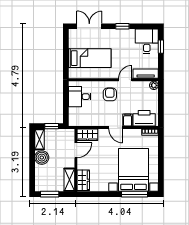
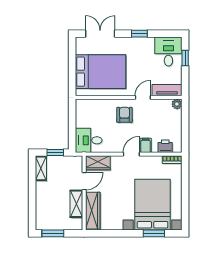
bed: (90, 58) -> (100, 72), width x1.50
desk: (80, 97) -> (89, 140), moved
printer: (144, 118) -> (165, 146), width x0.53, depth x0.68
door: (116, 128) -> (131, 154), swing flipped
boiler: (42, 158) -> (43, 190), removed
shelving: (69, 180) -> (76, 204), moved
wardrobe: (83, 180) -> (93, 211), width x1.50
window: (135, 194) -> (154, 233), width x0.69

